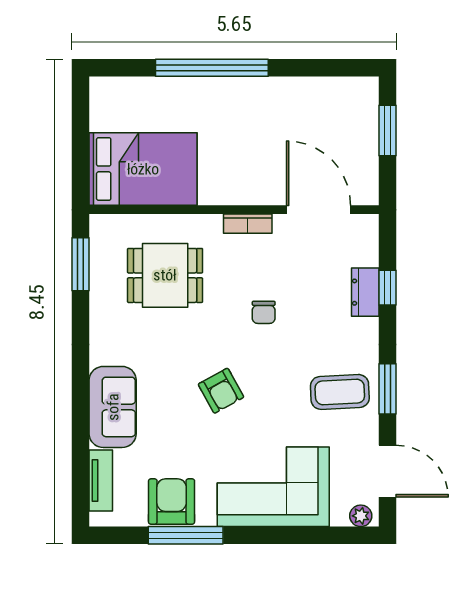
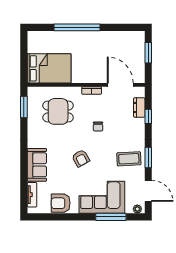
dresser: (365, 292) -> (139, 108), moved
armchair: (172, 501) -> (61, 203), turned -90
window: (186, 535) -> (111, 217), moved

